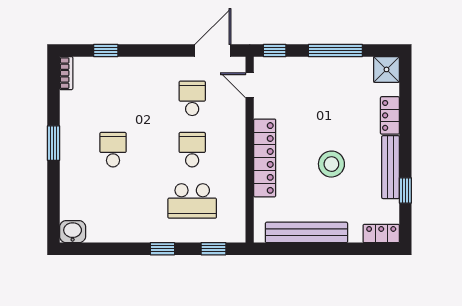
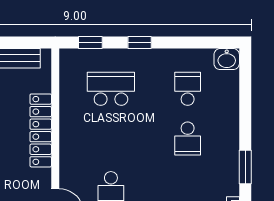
window: (53, 143) -> (245, 167), moved
school desk: (192, 150) -> (188, 89), moved, turned 180

